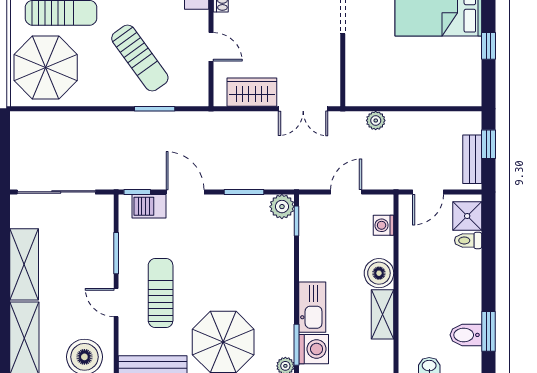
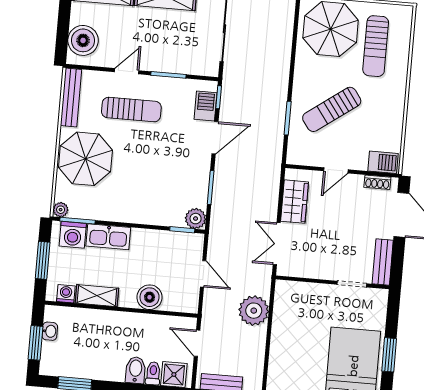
plant: (376, 121) -> (254, 311), width x1.87, depth x1.87
washing machine: (384, 225) -> (66, 294), moved
boiler: (379, 273) -> (150, 297), moved
bidet: (466, 335) -> (136, 370), moved

